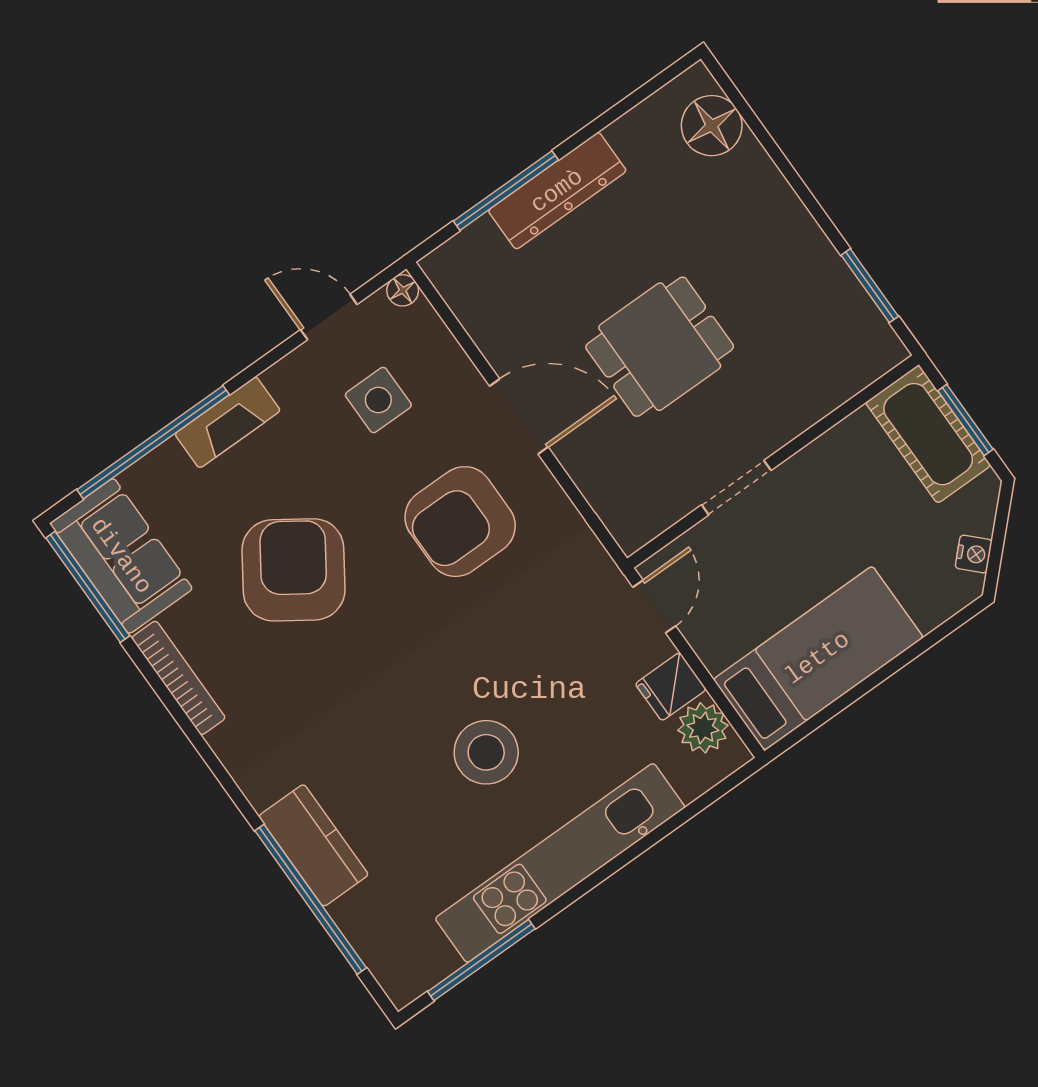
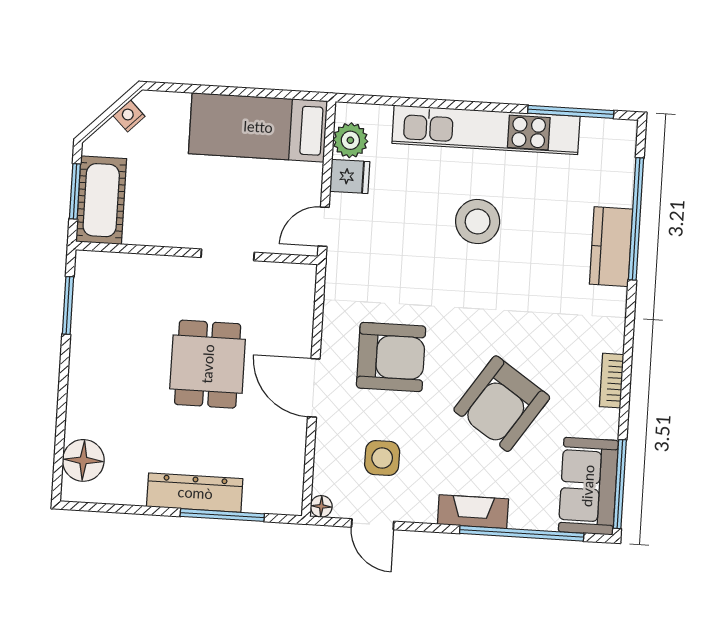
dining table: (660, 347) -> (208, 364), turned 90
bookcase: (178, 678) -> (612, 381), width x0.64

